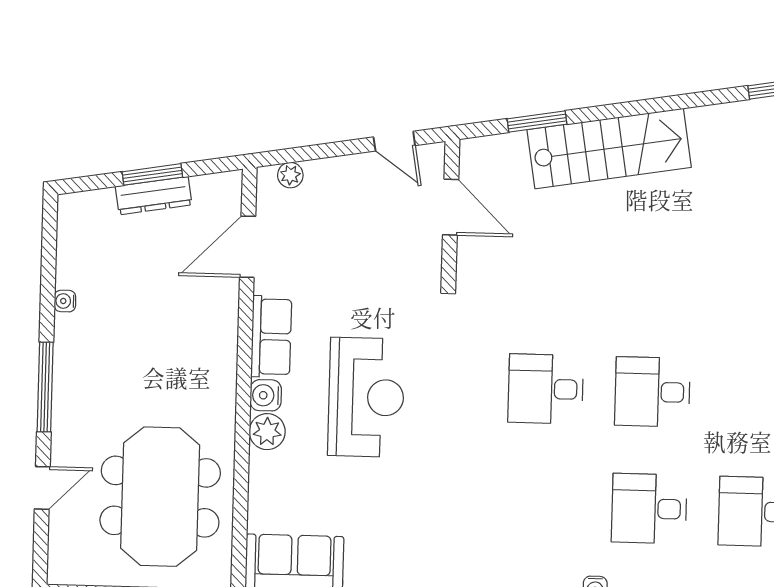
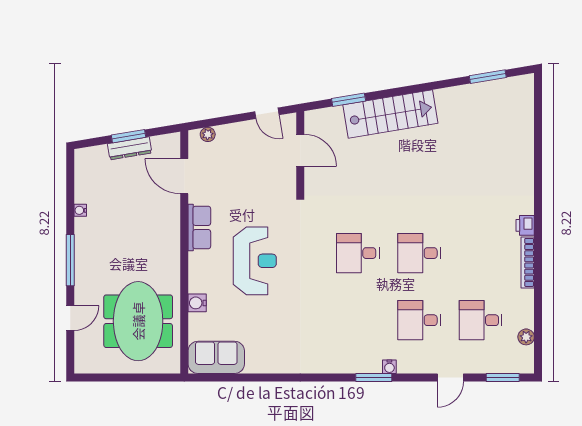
door: (248, 247) -> (184, 176), hinge flipped
water cooler: (266, 395) -> (197, 303), moved
plant: (267, 432) -> (199, 282), removed

